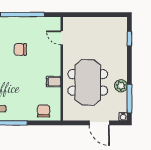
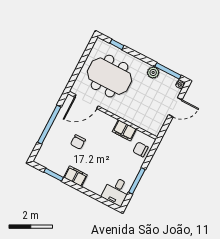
door: (62, 38) -> (86, 102), width x1.88
filing cabinet: (53, 82) -> (124, 130), width x2.00
meeting table: (88, 82) -> (110, 76), moved

